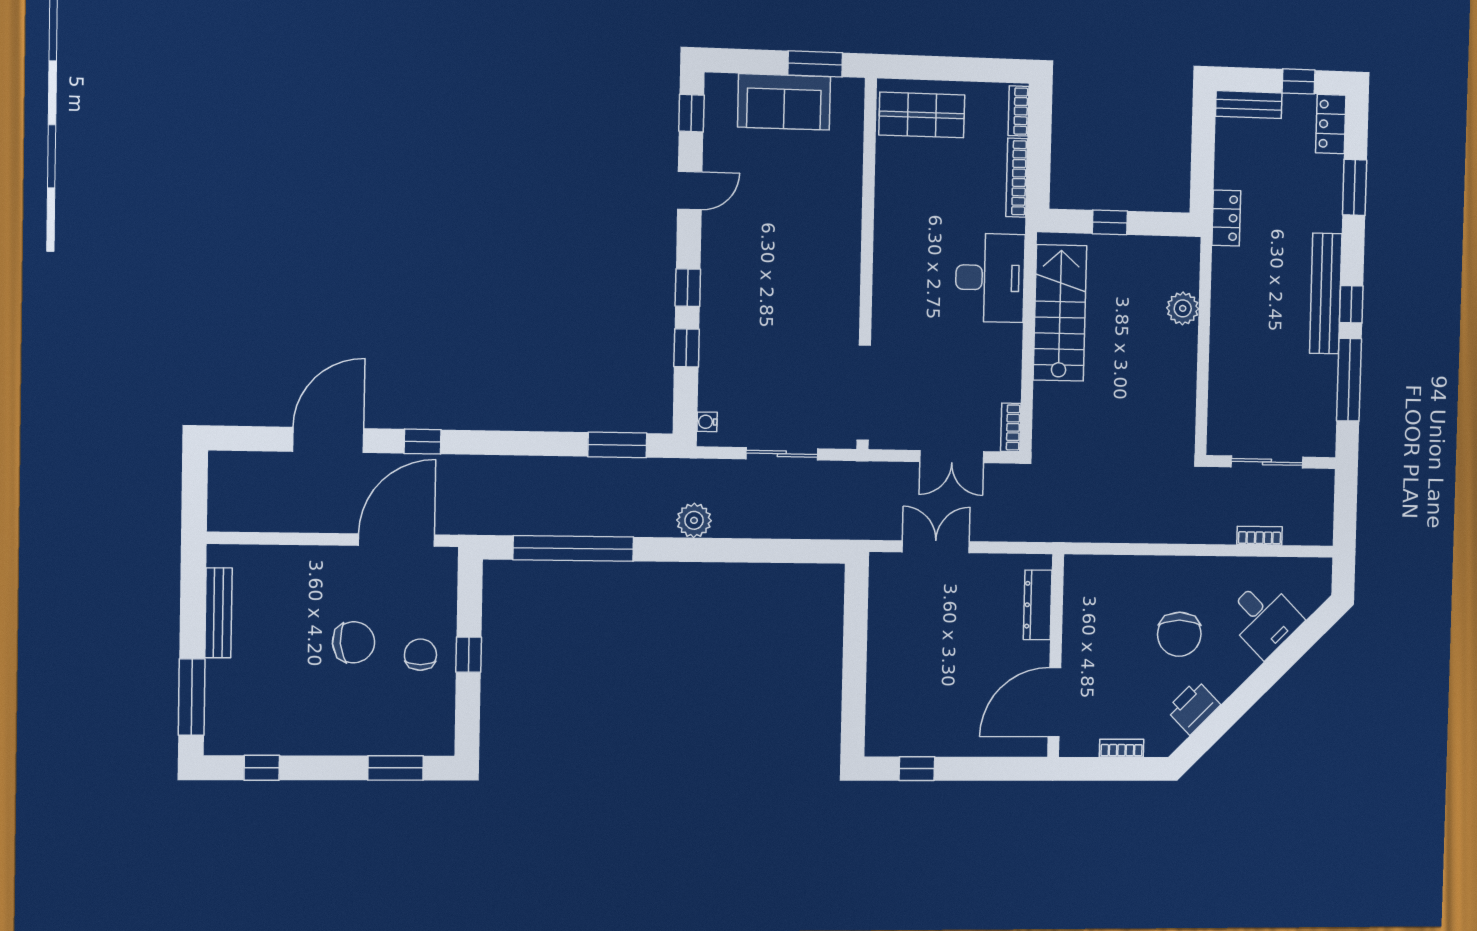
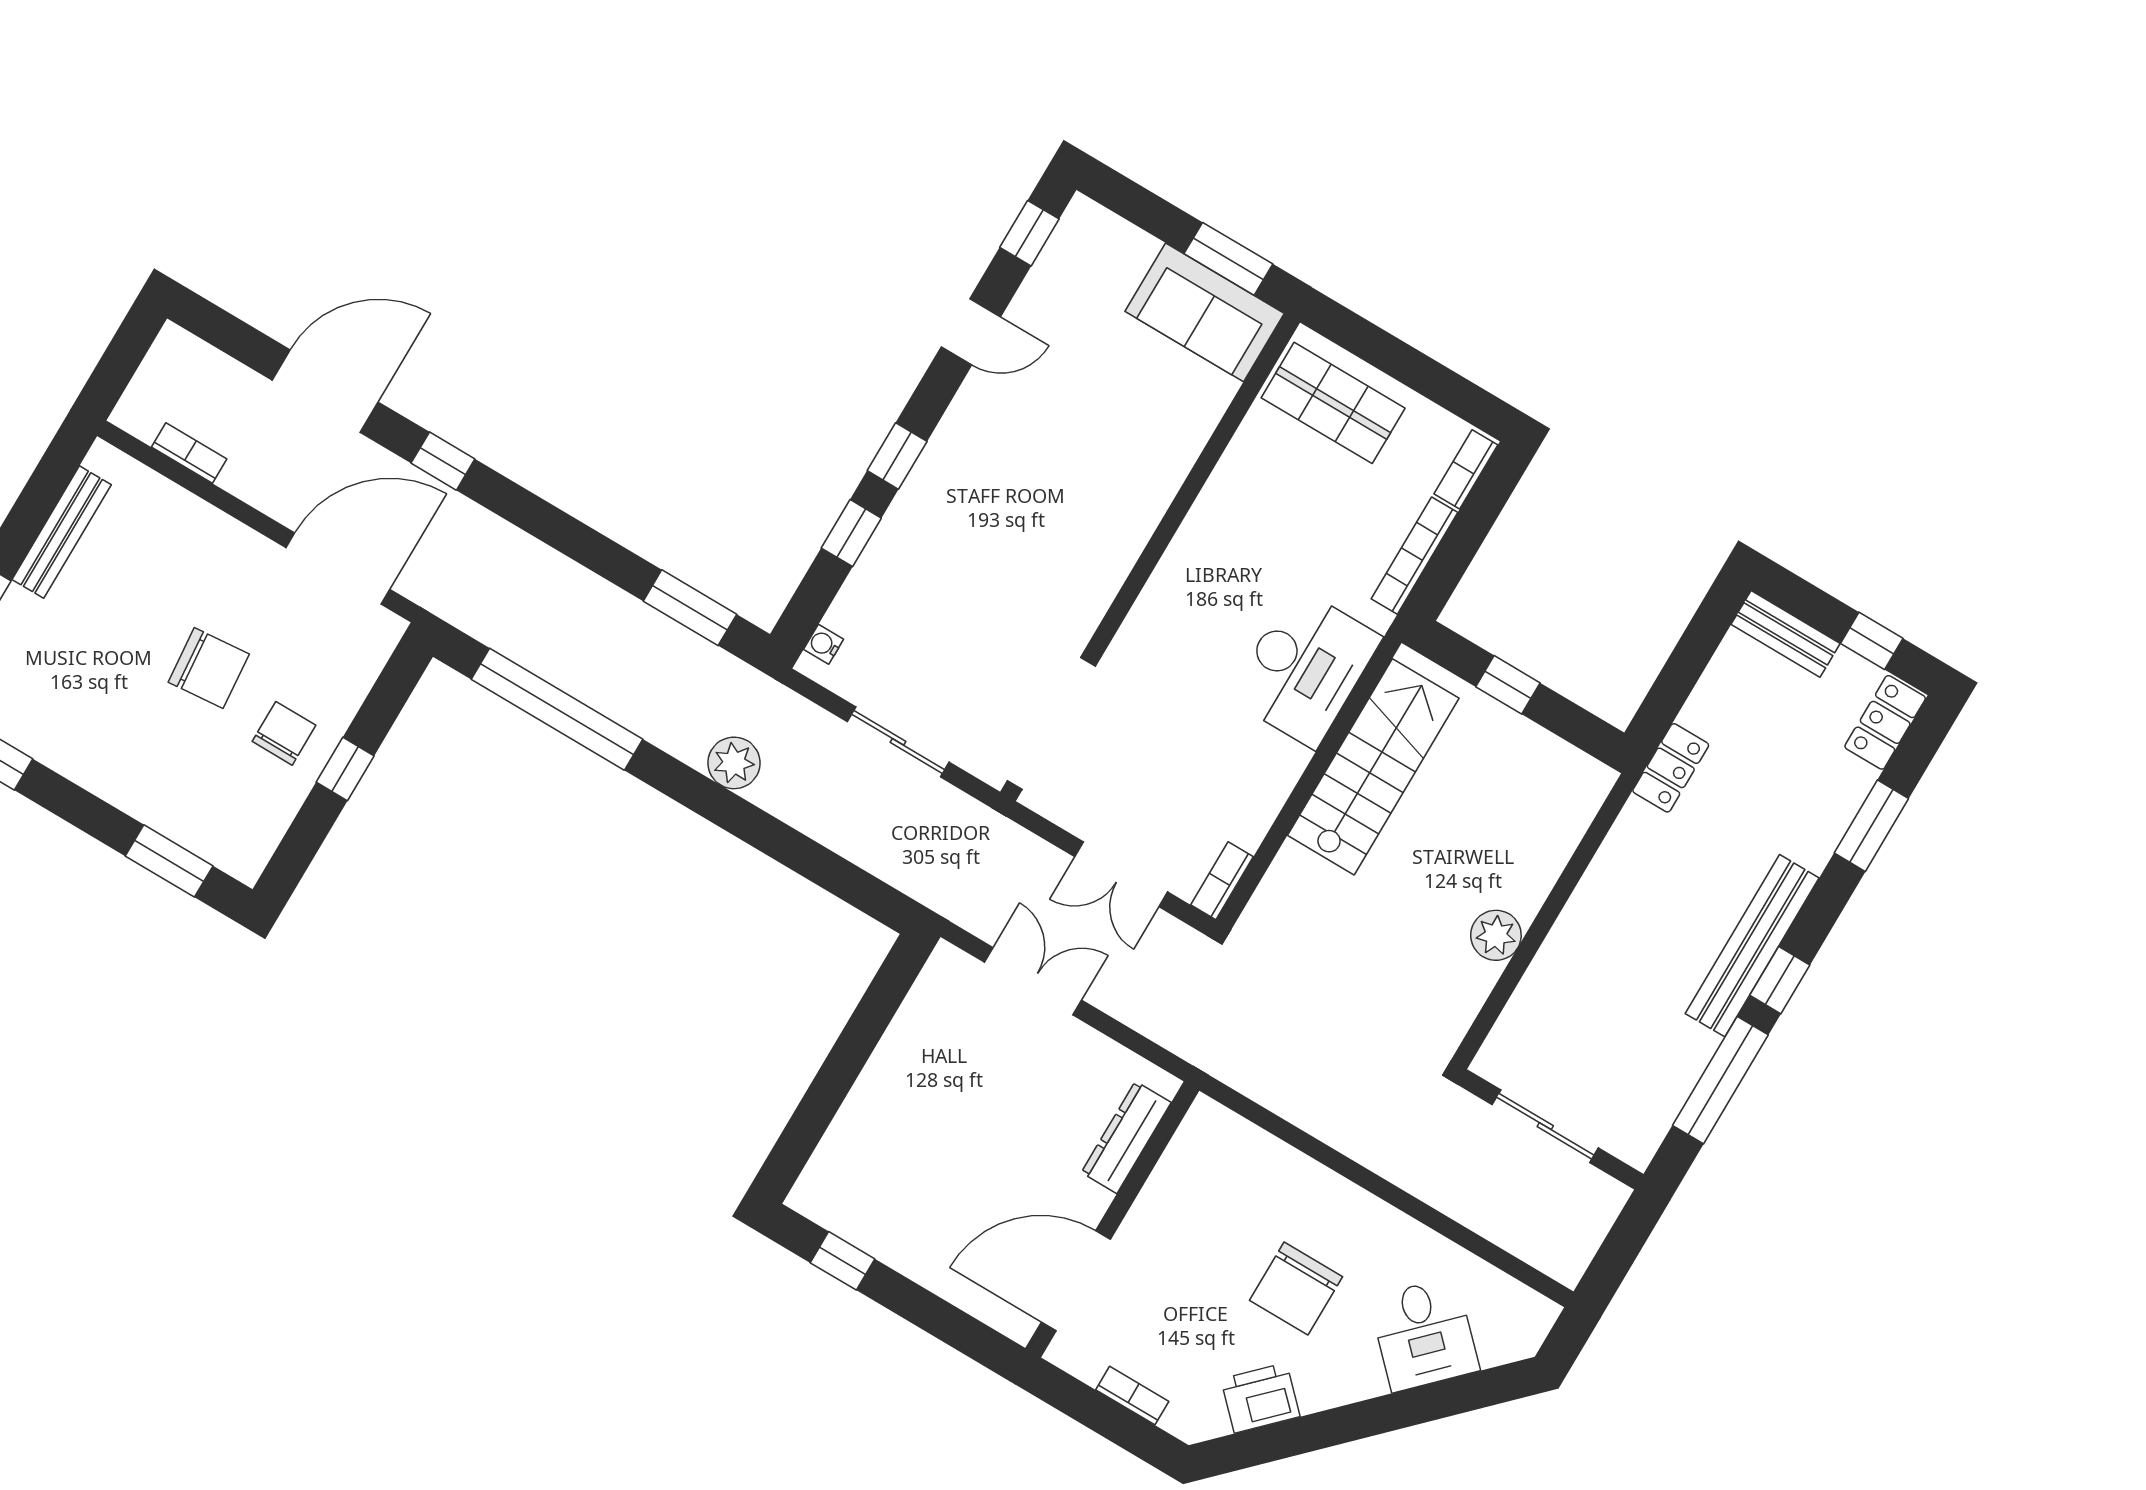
sofa: (784, 102) -> (1205, 312), moved
plant: (1183, 308) -> (1496, 935), moved
bookcase: (1260, 536) -> (189, 453), moved

